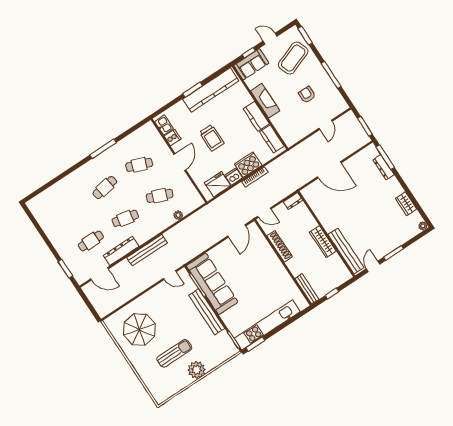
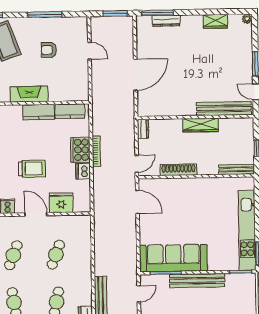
fridge: (218, 184) -> (61, 203), moved, turned 90
plant: (178, 215) -> (86, 249), removed

